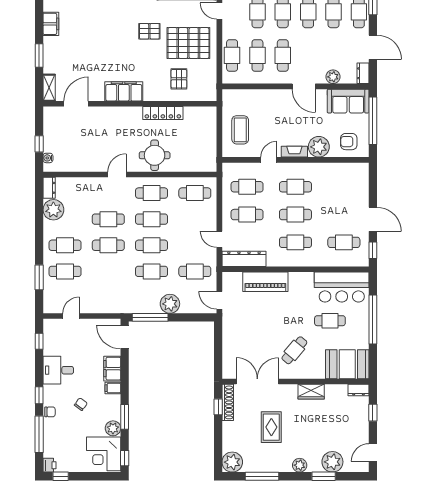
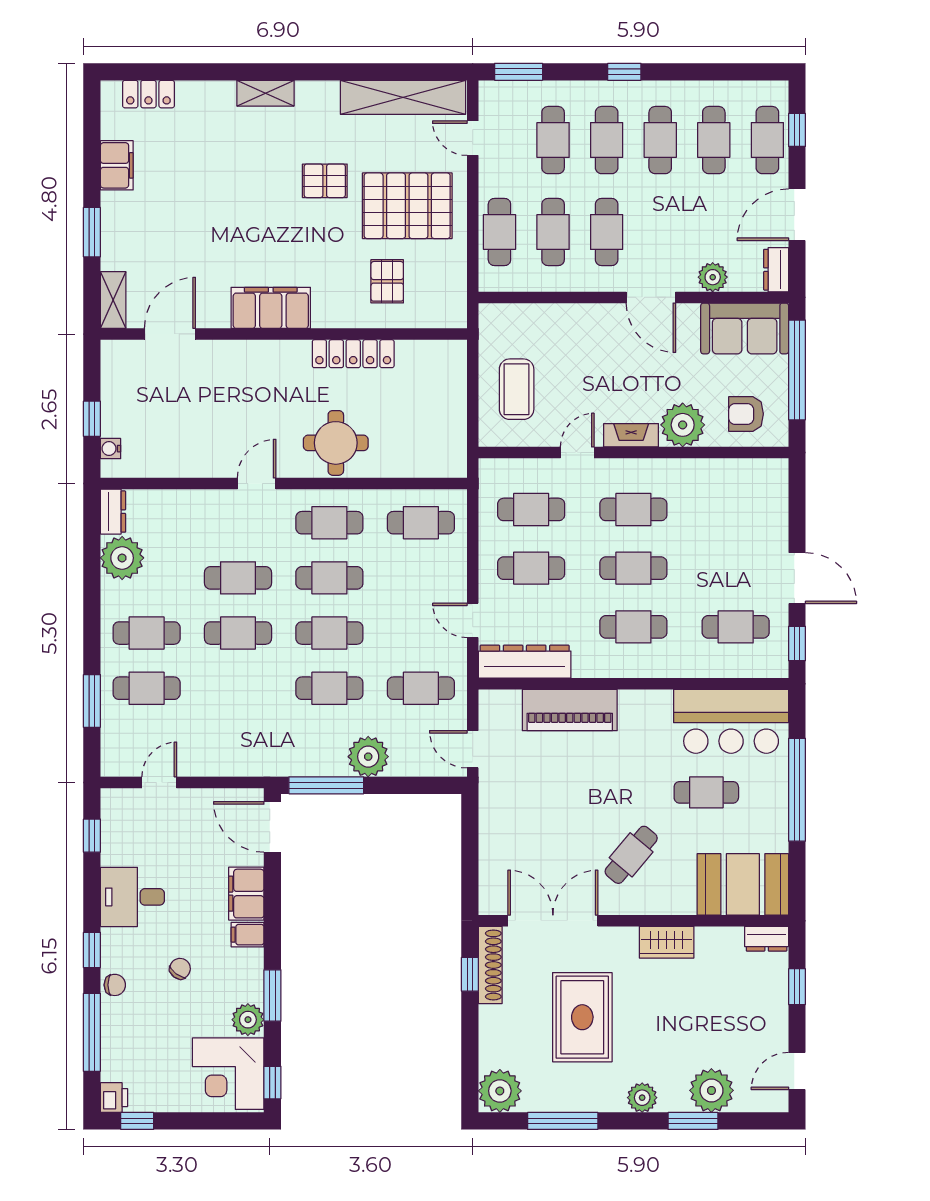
door: (373, 47) -> (797, 215), swing flipped
rug: (271, 427) -> (582, 1017), width x1.36, depth x1.43

